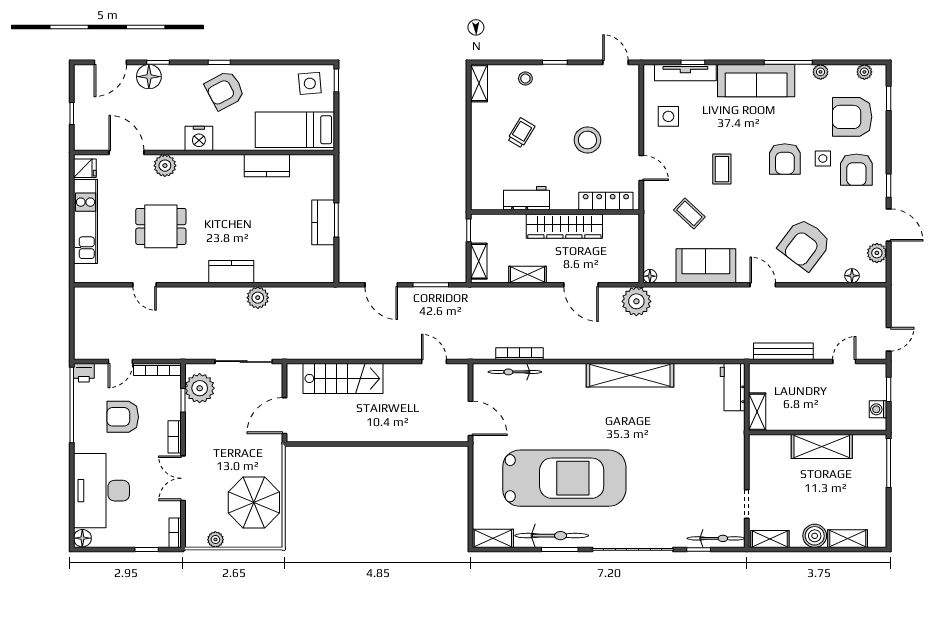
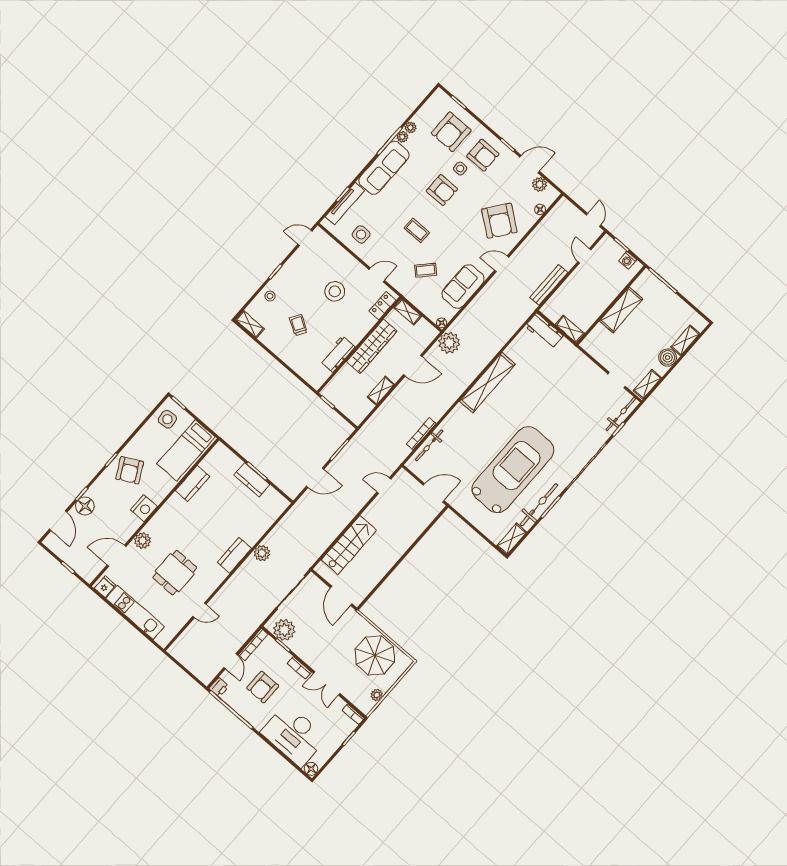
plant: (864, 72) -> (402, 137), moved
locker: (606, 201) -> (383, 306), width x0.66
shelving: (479, 261) -> (408, 312), moved

